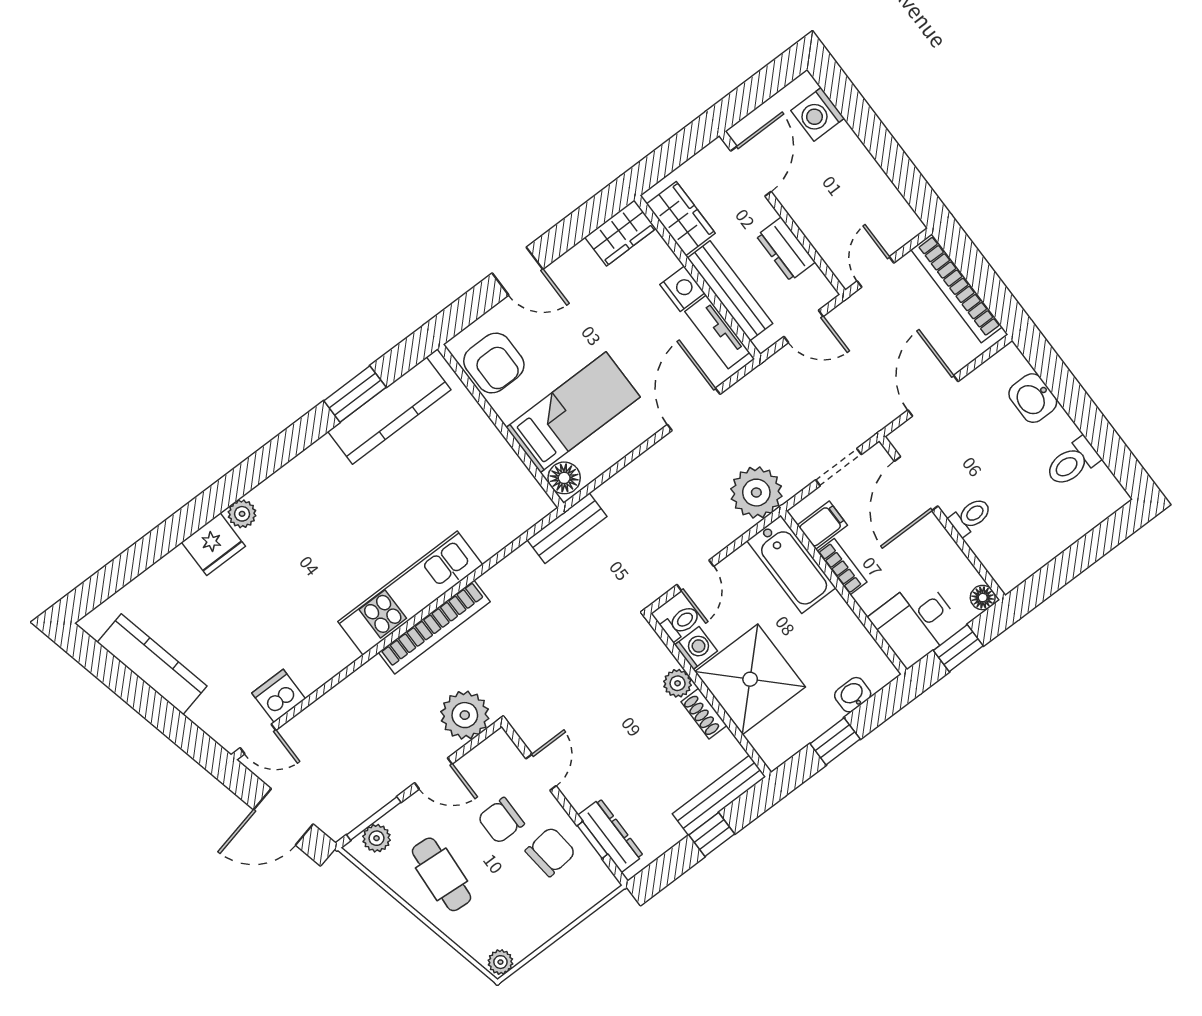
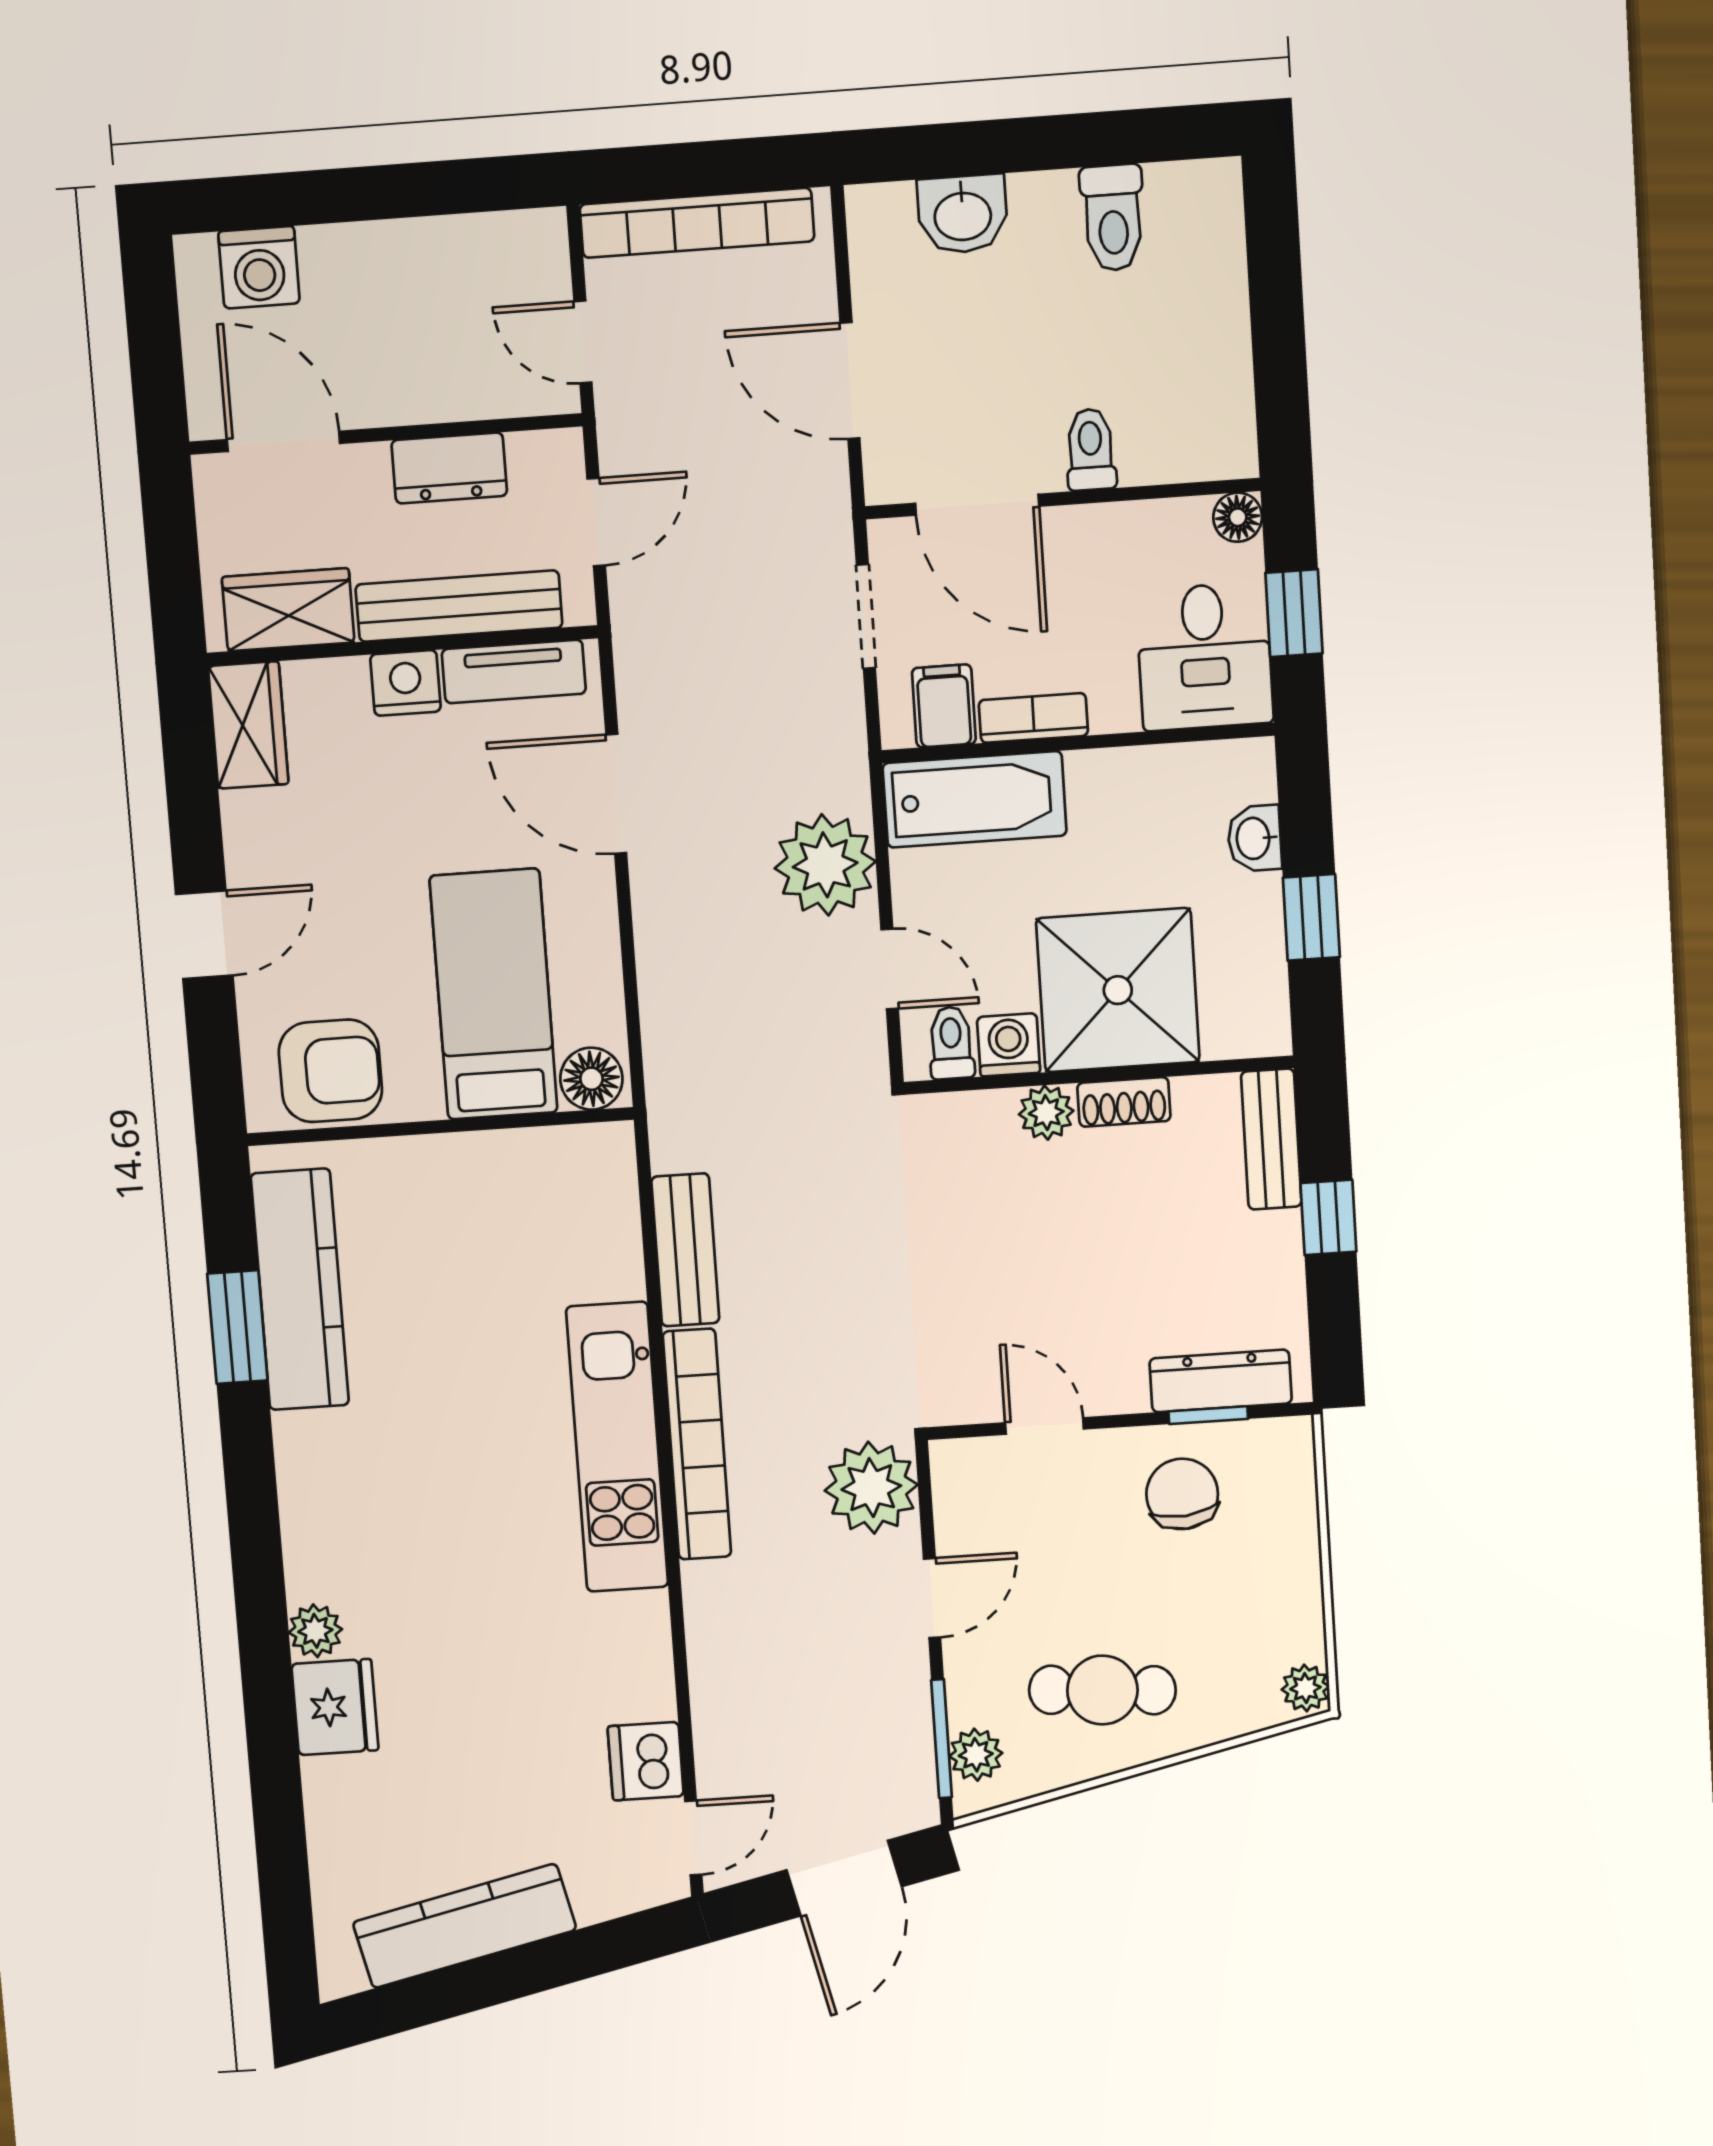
plant: (756, 493) -> (825, 865), moved
bench: (567, 528) -> (685, 1250), moved
bench: (719, 795) -> (1271, 1139), width x0.73
chair: (501, 821) -> (1079, 1540), removed

